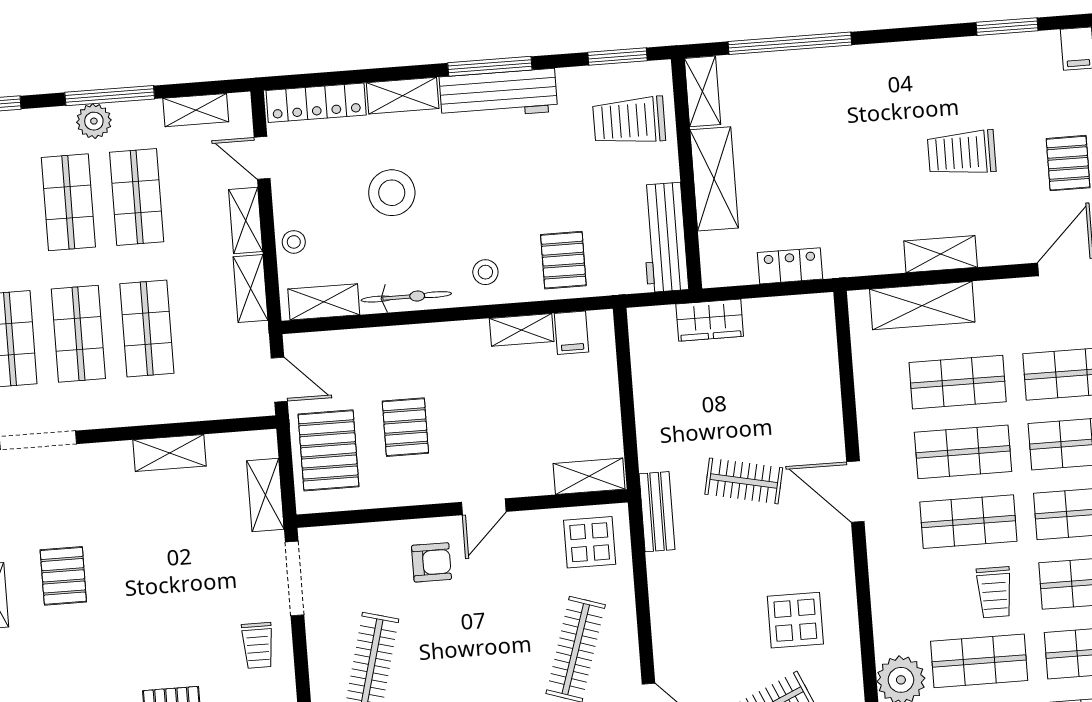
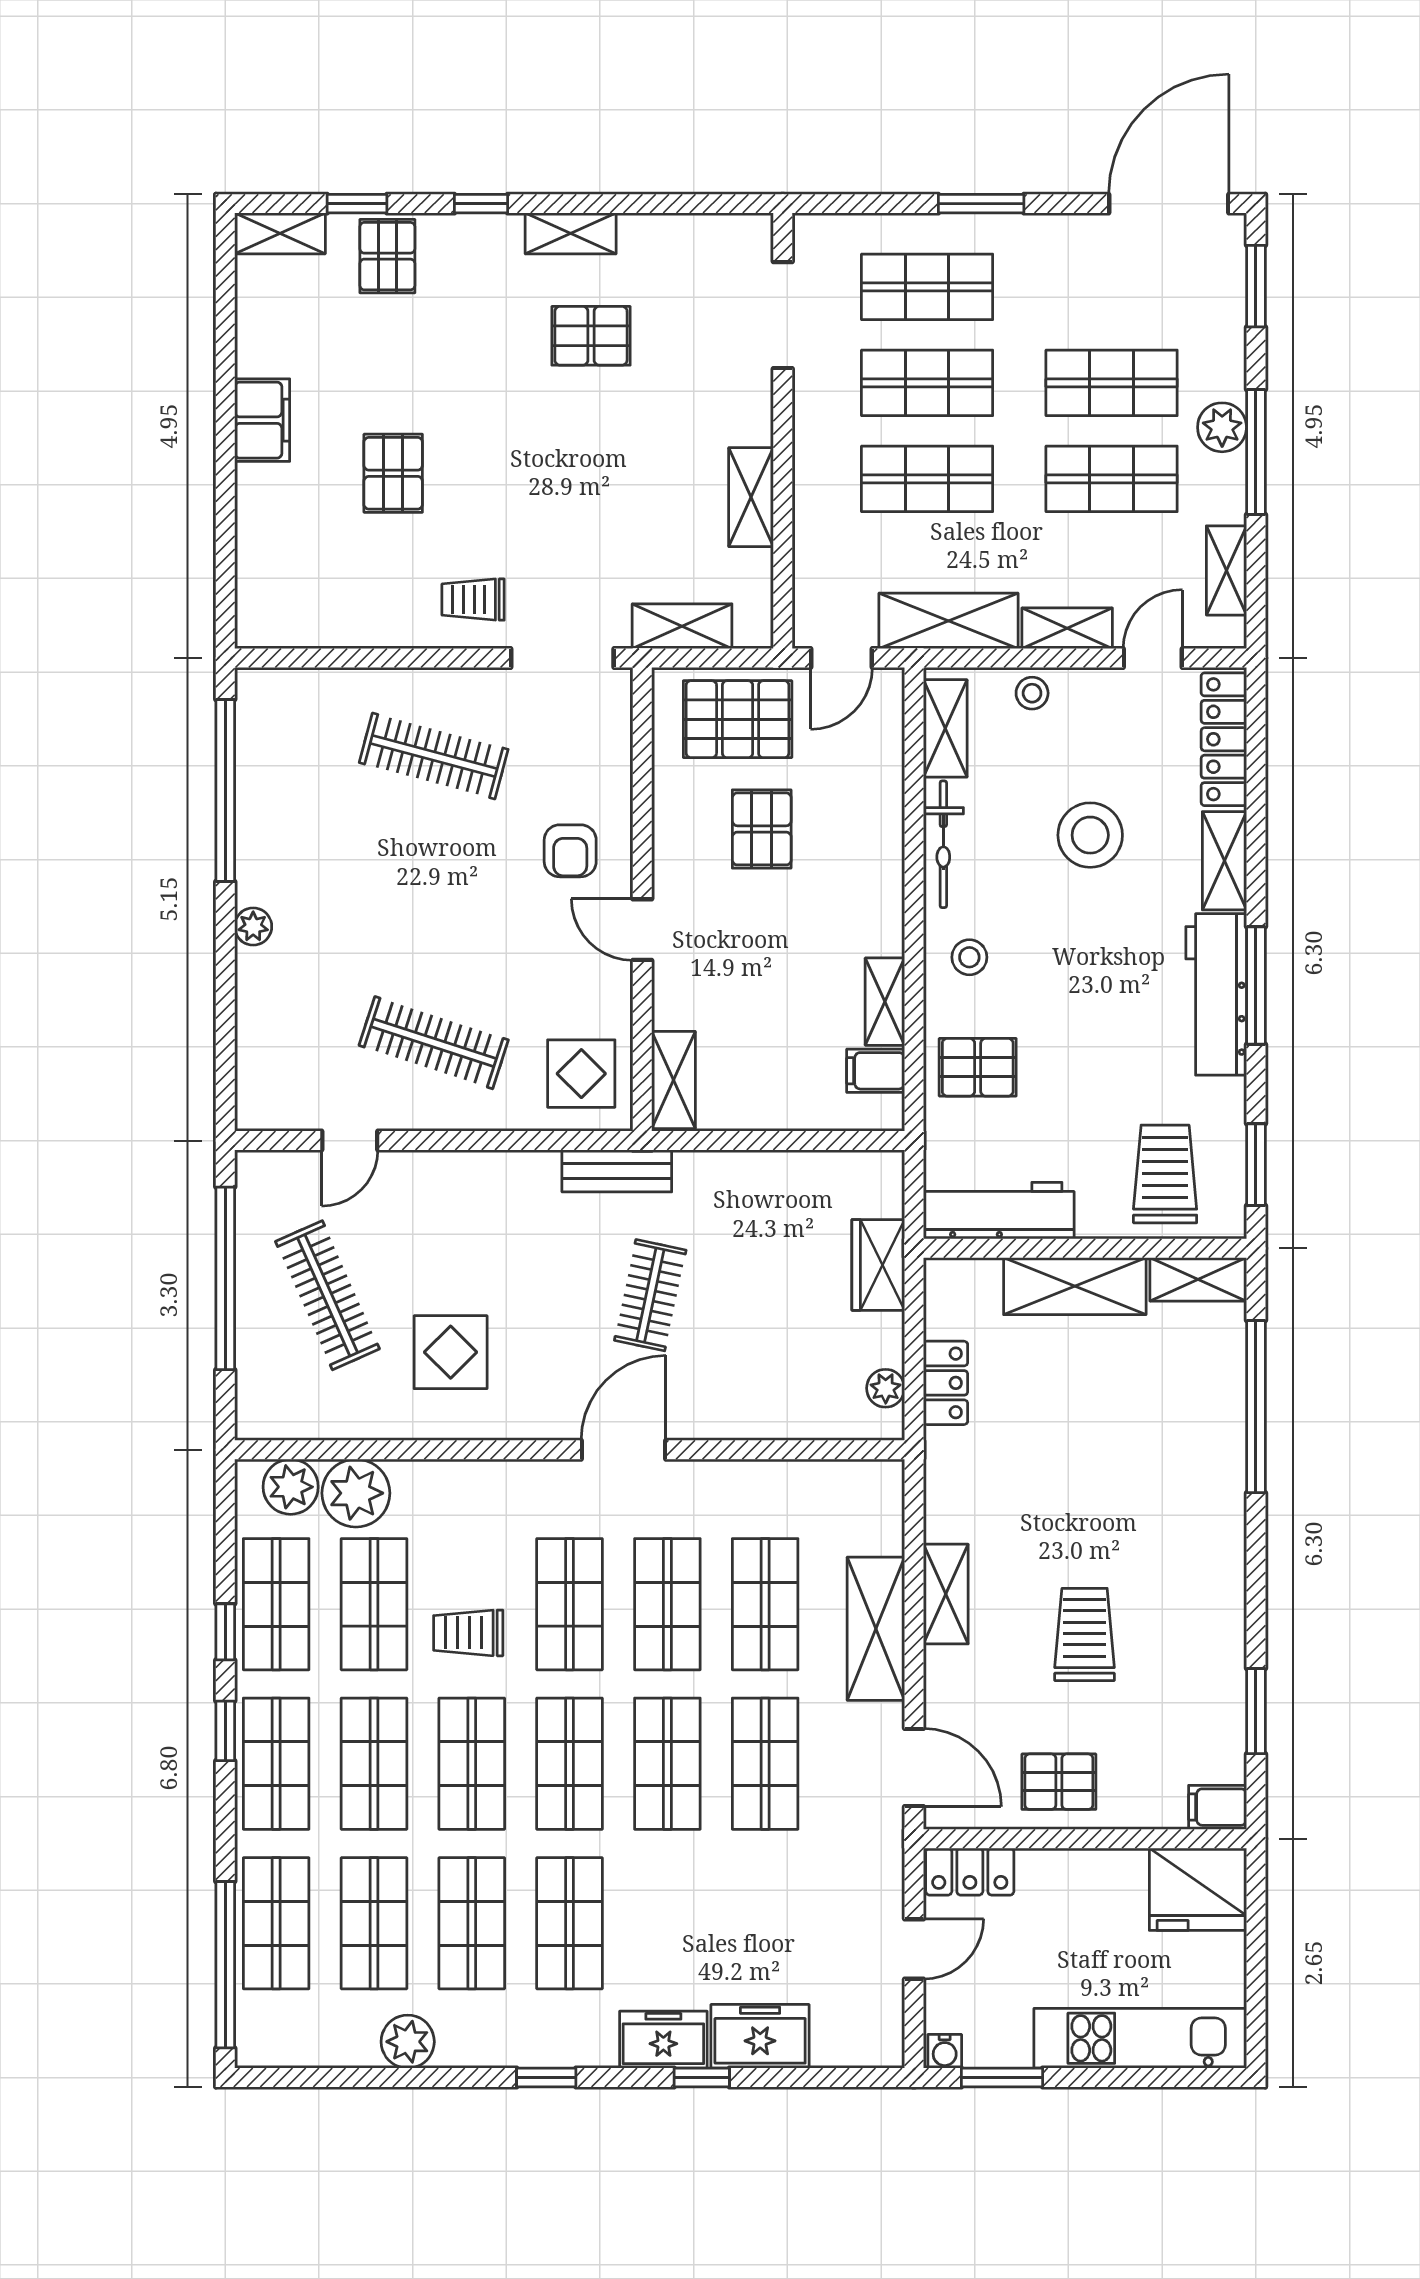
shelving: (251, 289) -> (948, 621), width x1.50, depth x1.33
shelving: (922, 306) -> (876, 1629), moved
plant: (797, 308) -> (886, 1388), added
pallet: (405, 427) -> (762, 829), turned 90

